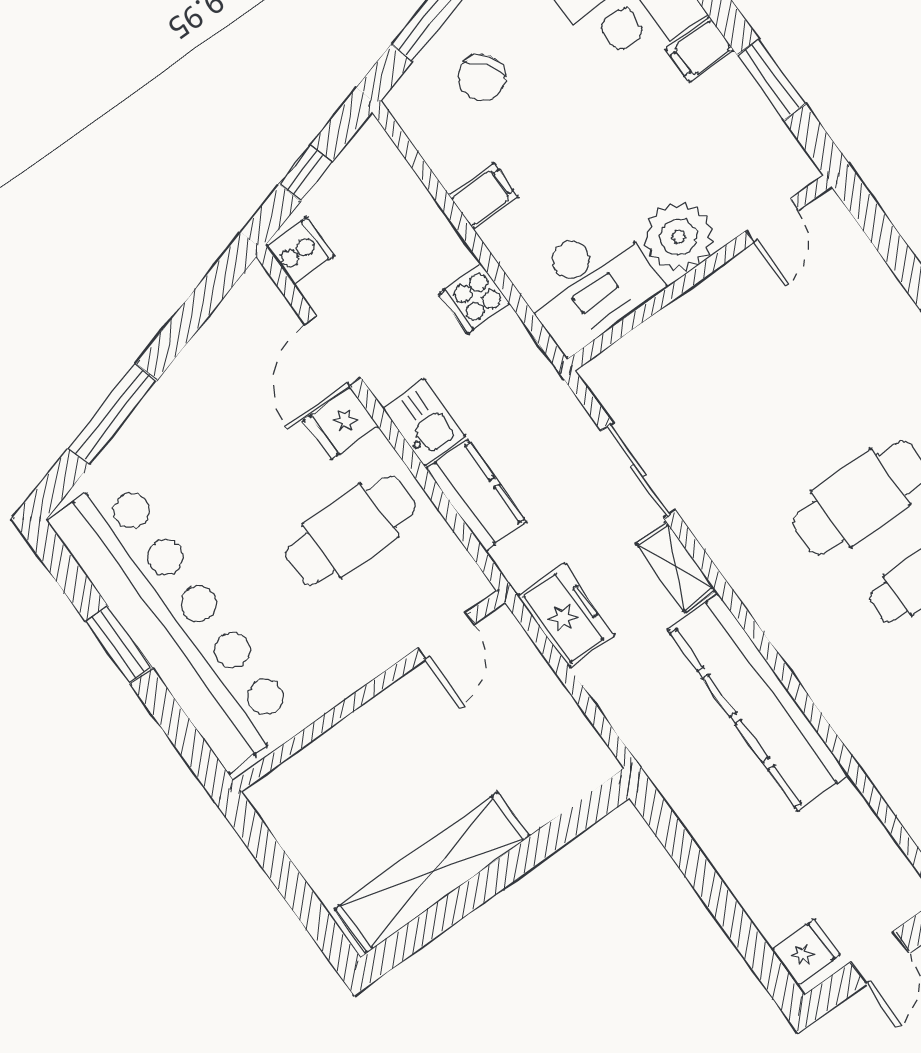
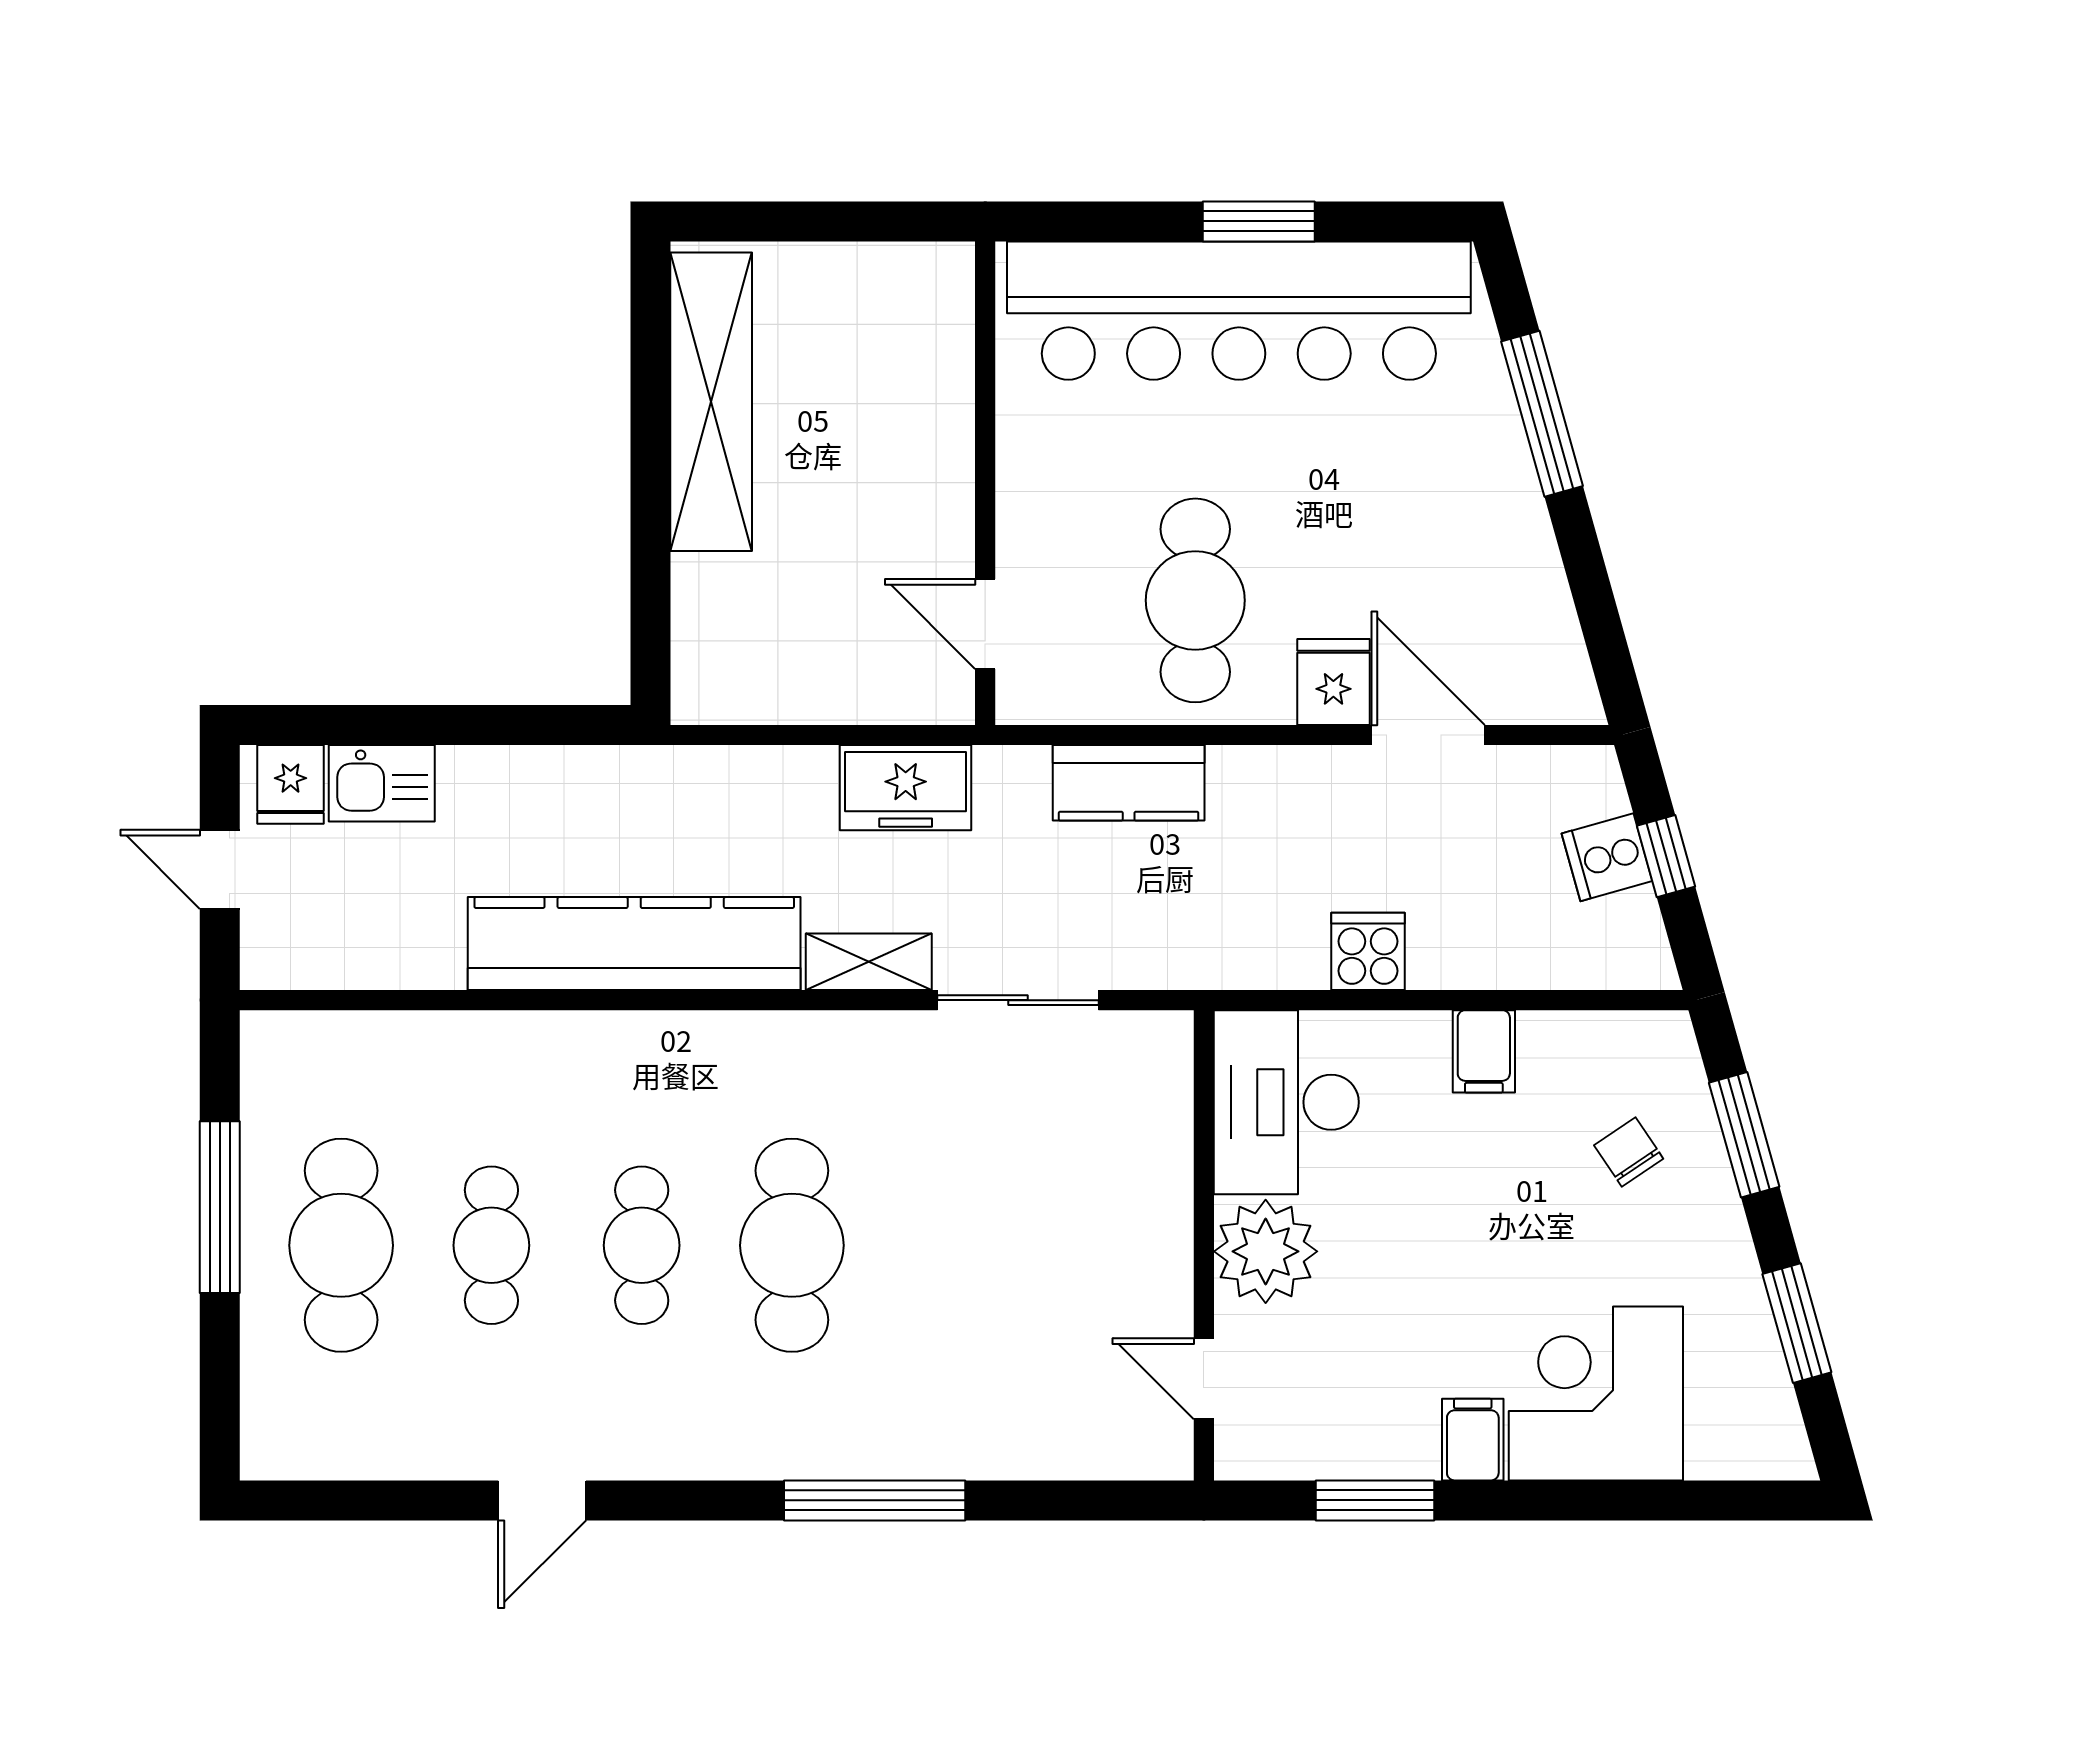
chair: (482, 78) -> (1629, 1152), width x0.73, depth x0.73
cooker: (300, 251) -> (1607, 857), moved, turned 74
kitchen sink: (424, 422) -> (382, 783), moved

